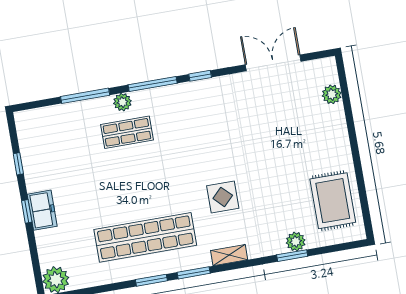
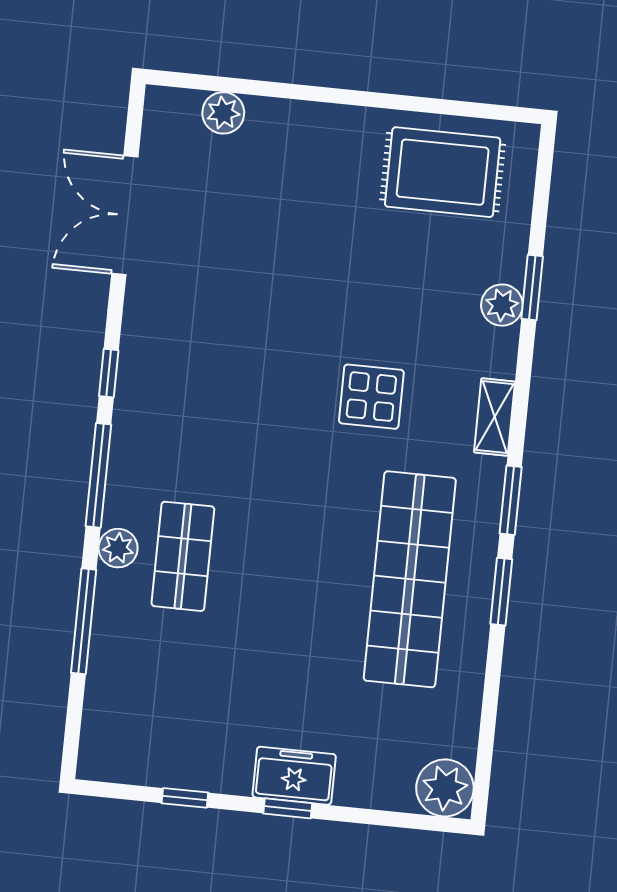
plant: (296, 242) -> (502, 305), moved

